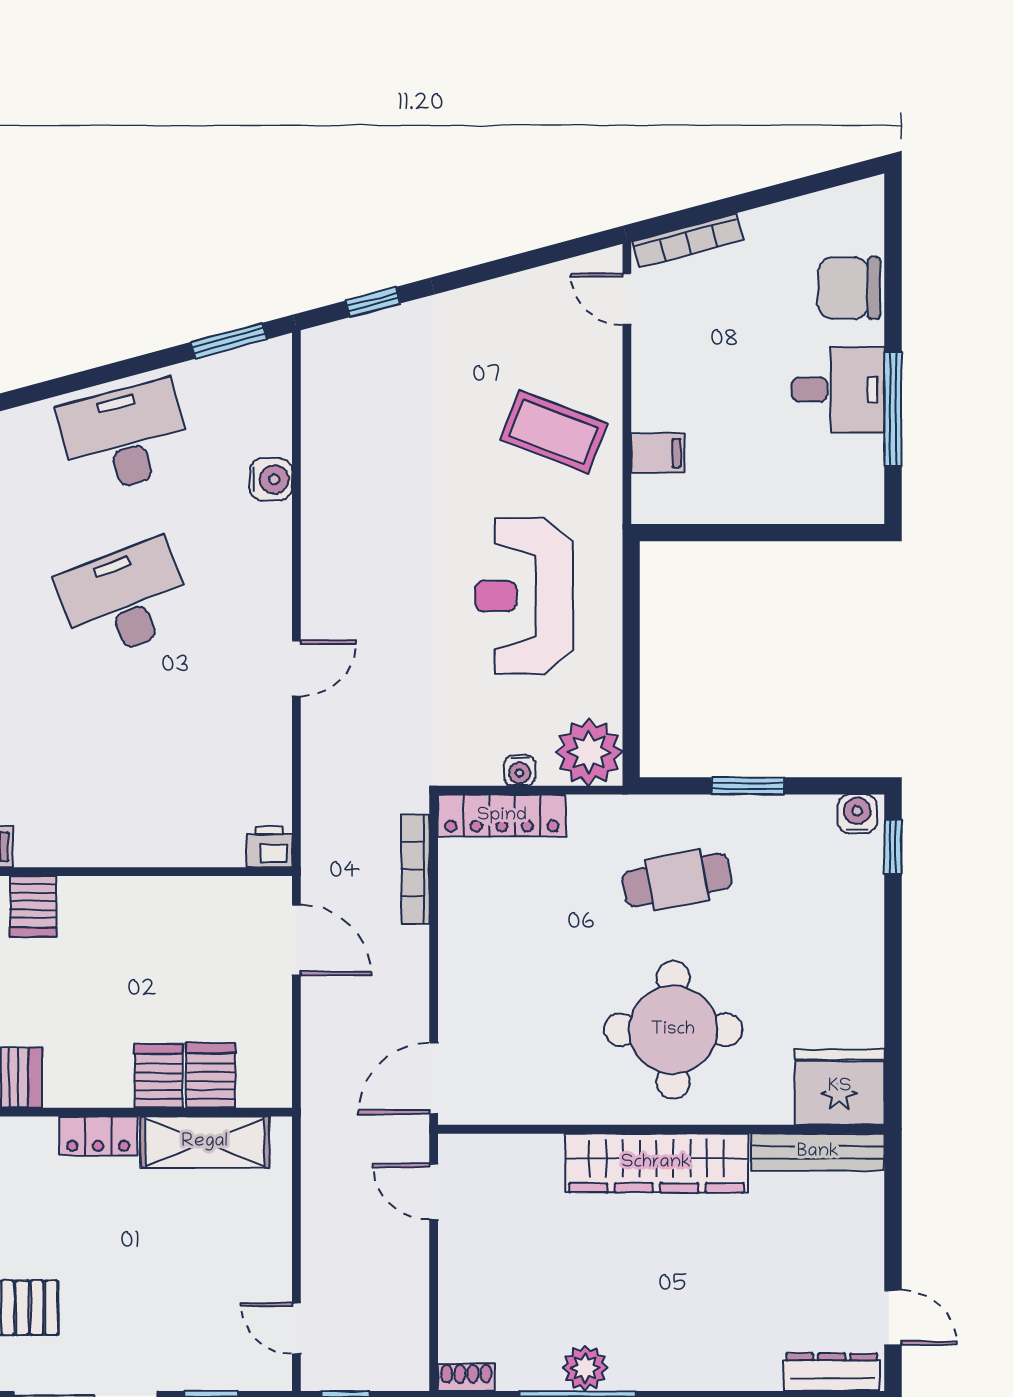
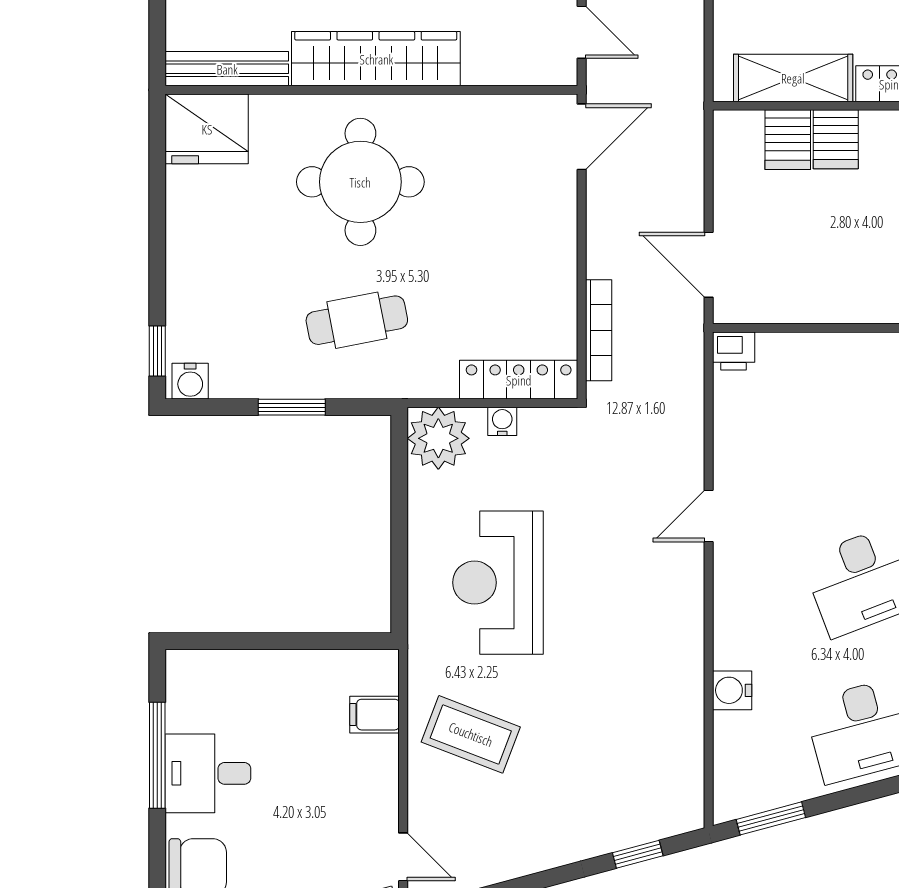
reception desk: (524, 596) -> (498, 583), turned 180

